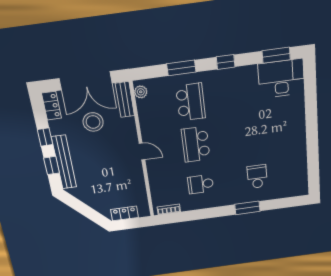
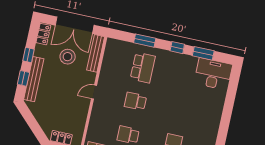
window: (276, 55) -> (203, 53), moved
plant: (141, 92) -> (110, 47), removed
bench: (125, 100) -> (96, 53), width x1.36
school desk: (196, 144) -> (135, 101), width x0.54
door: (142, 151) -> (94, 92), swing flipped

